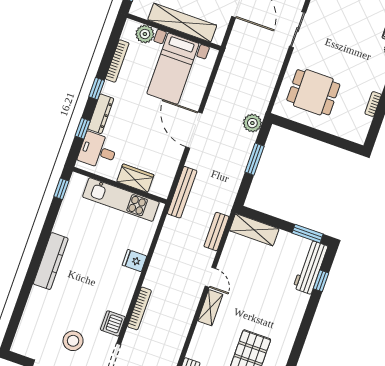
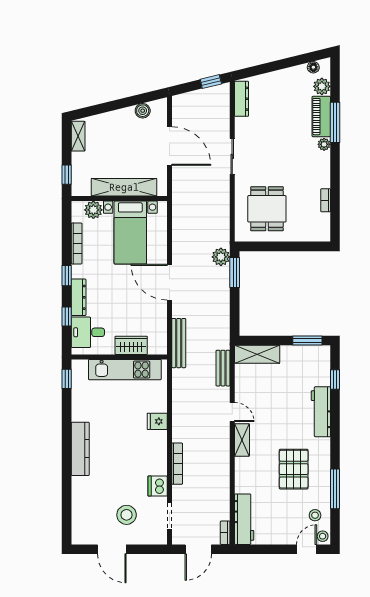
dining table: (313, 92) -> (267, 209), turned 90
window: (255, 159) -> (235, 272), moved
workbench: (310, 267) -> (321, 412), moved

